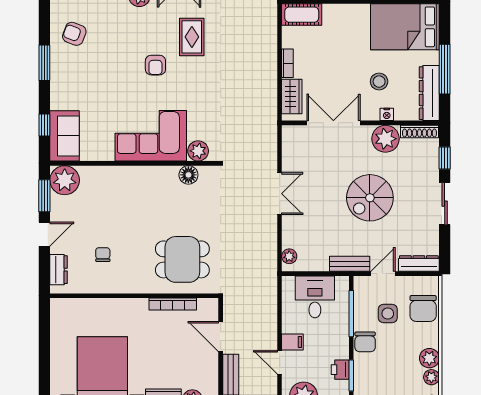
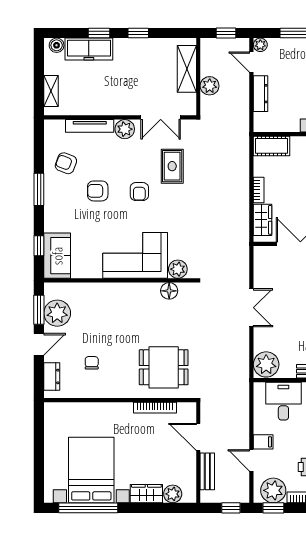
armchair: (109, 64) -> (98, 191), added
plant: (65, 180) -> (57, 313), moved
plant: (289, 256) -> (266, 364), width x1.88, depth x1.88

